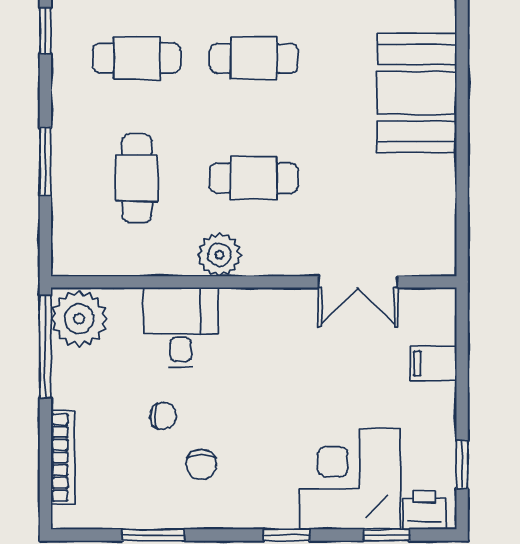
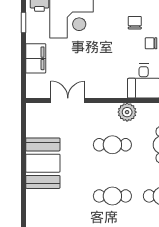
booth: (417, 93) -> (43, 163), moved
filing cabinet: (433, 363) -> (36, 58), width x2.00

